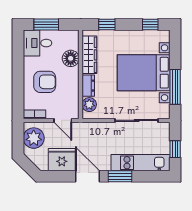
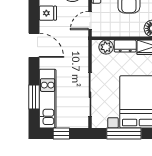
fridge: (62, 160) -> (48, 13), width x0.53, depth x0.75
door: (87, 176) -> (34, 45), hinge flipped
window: (120, 176) -> (34, 97), moved

